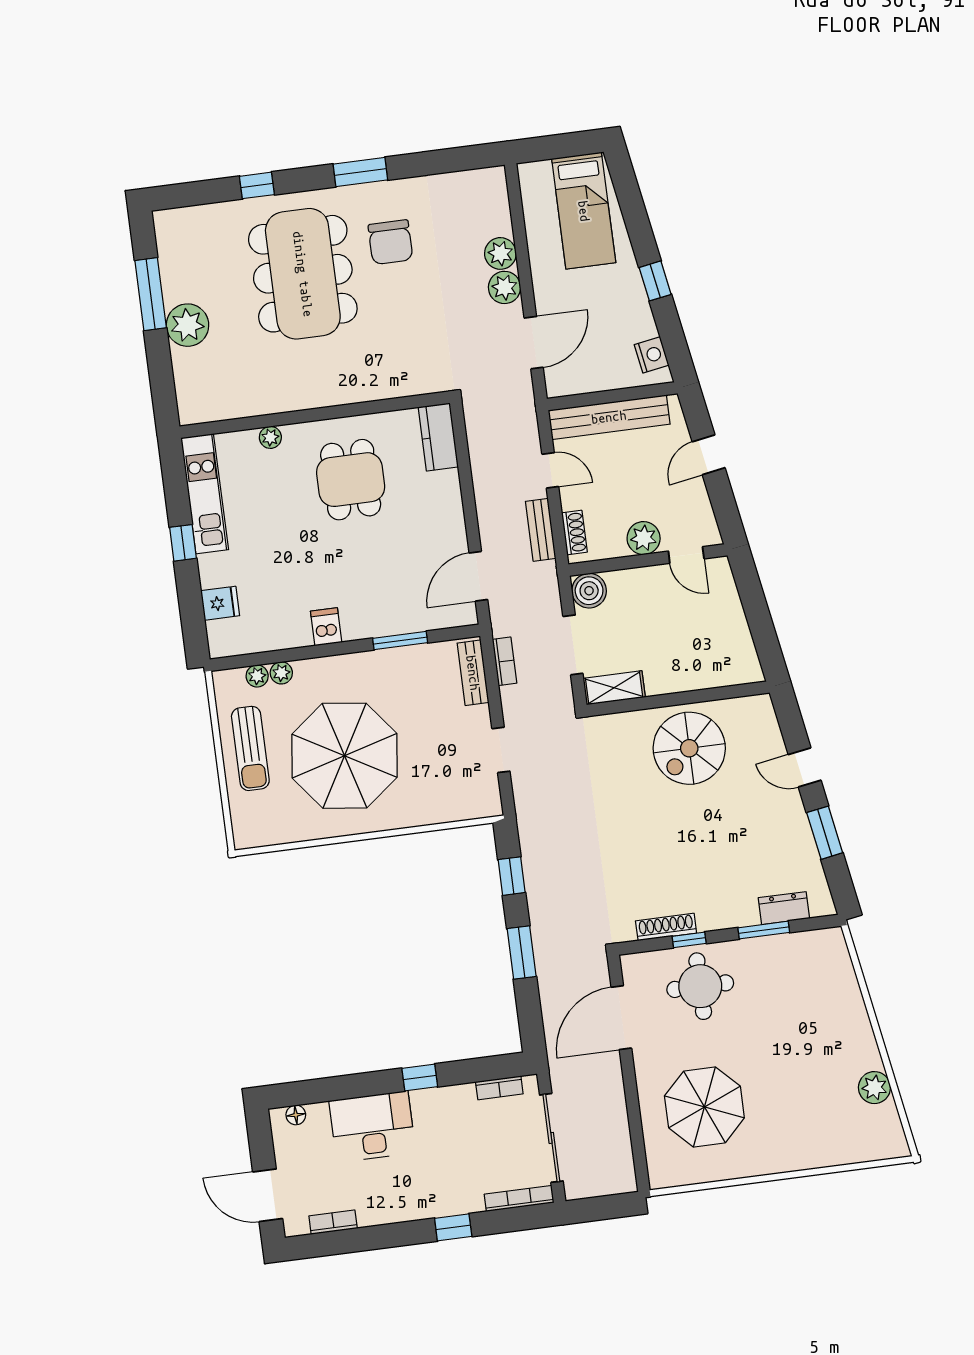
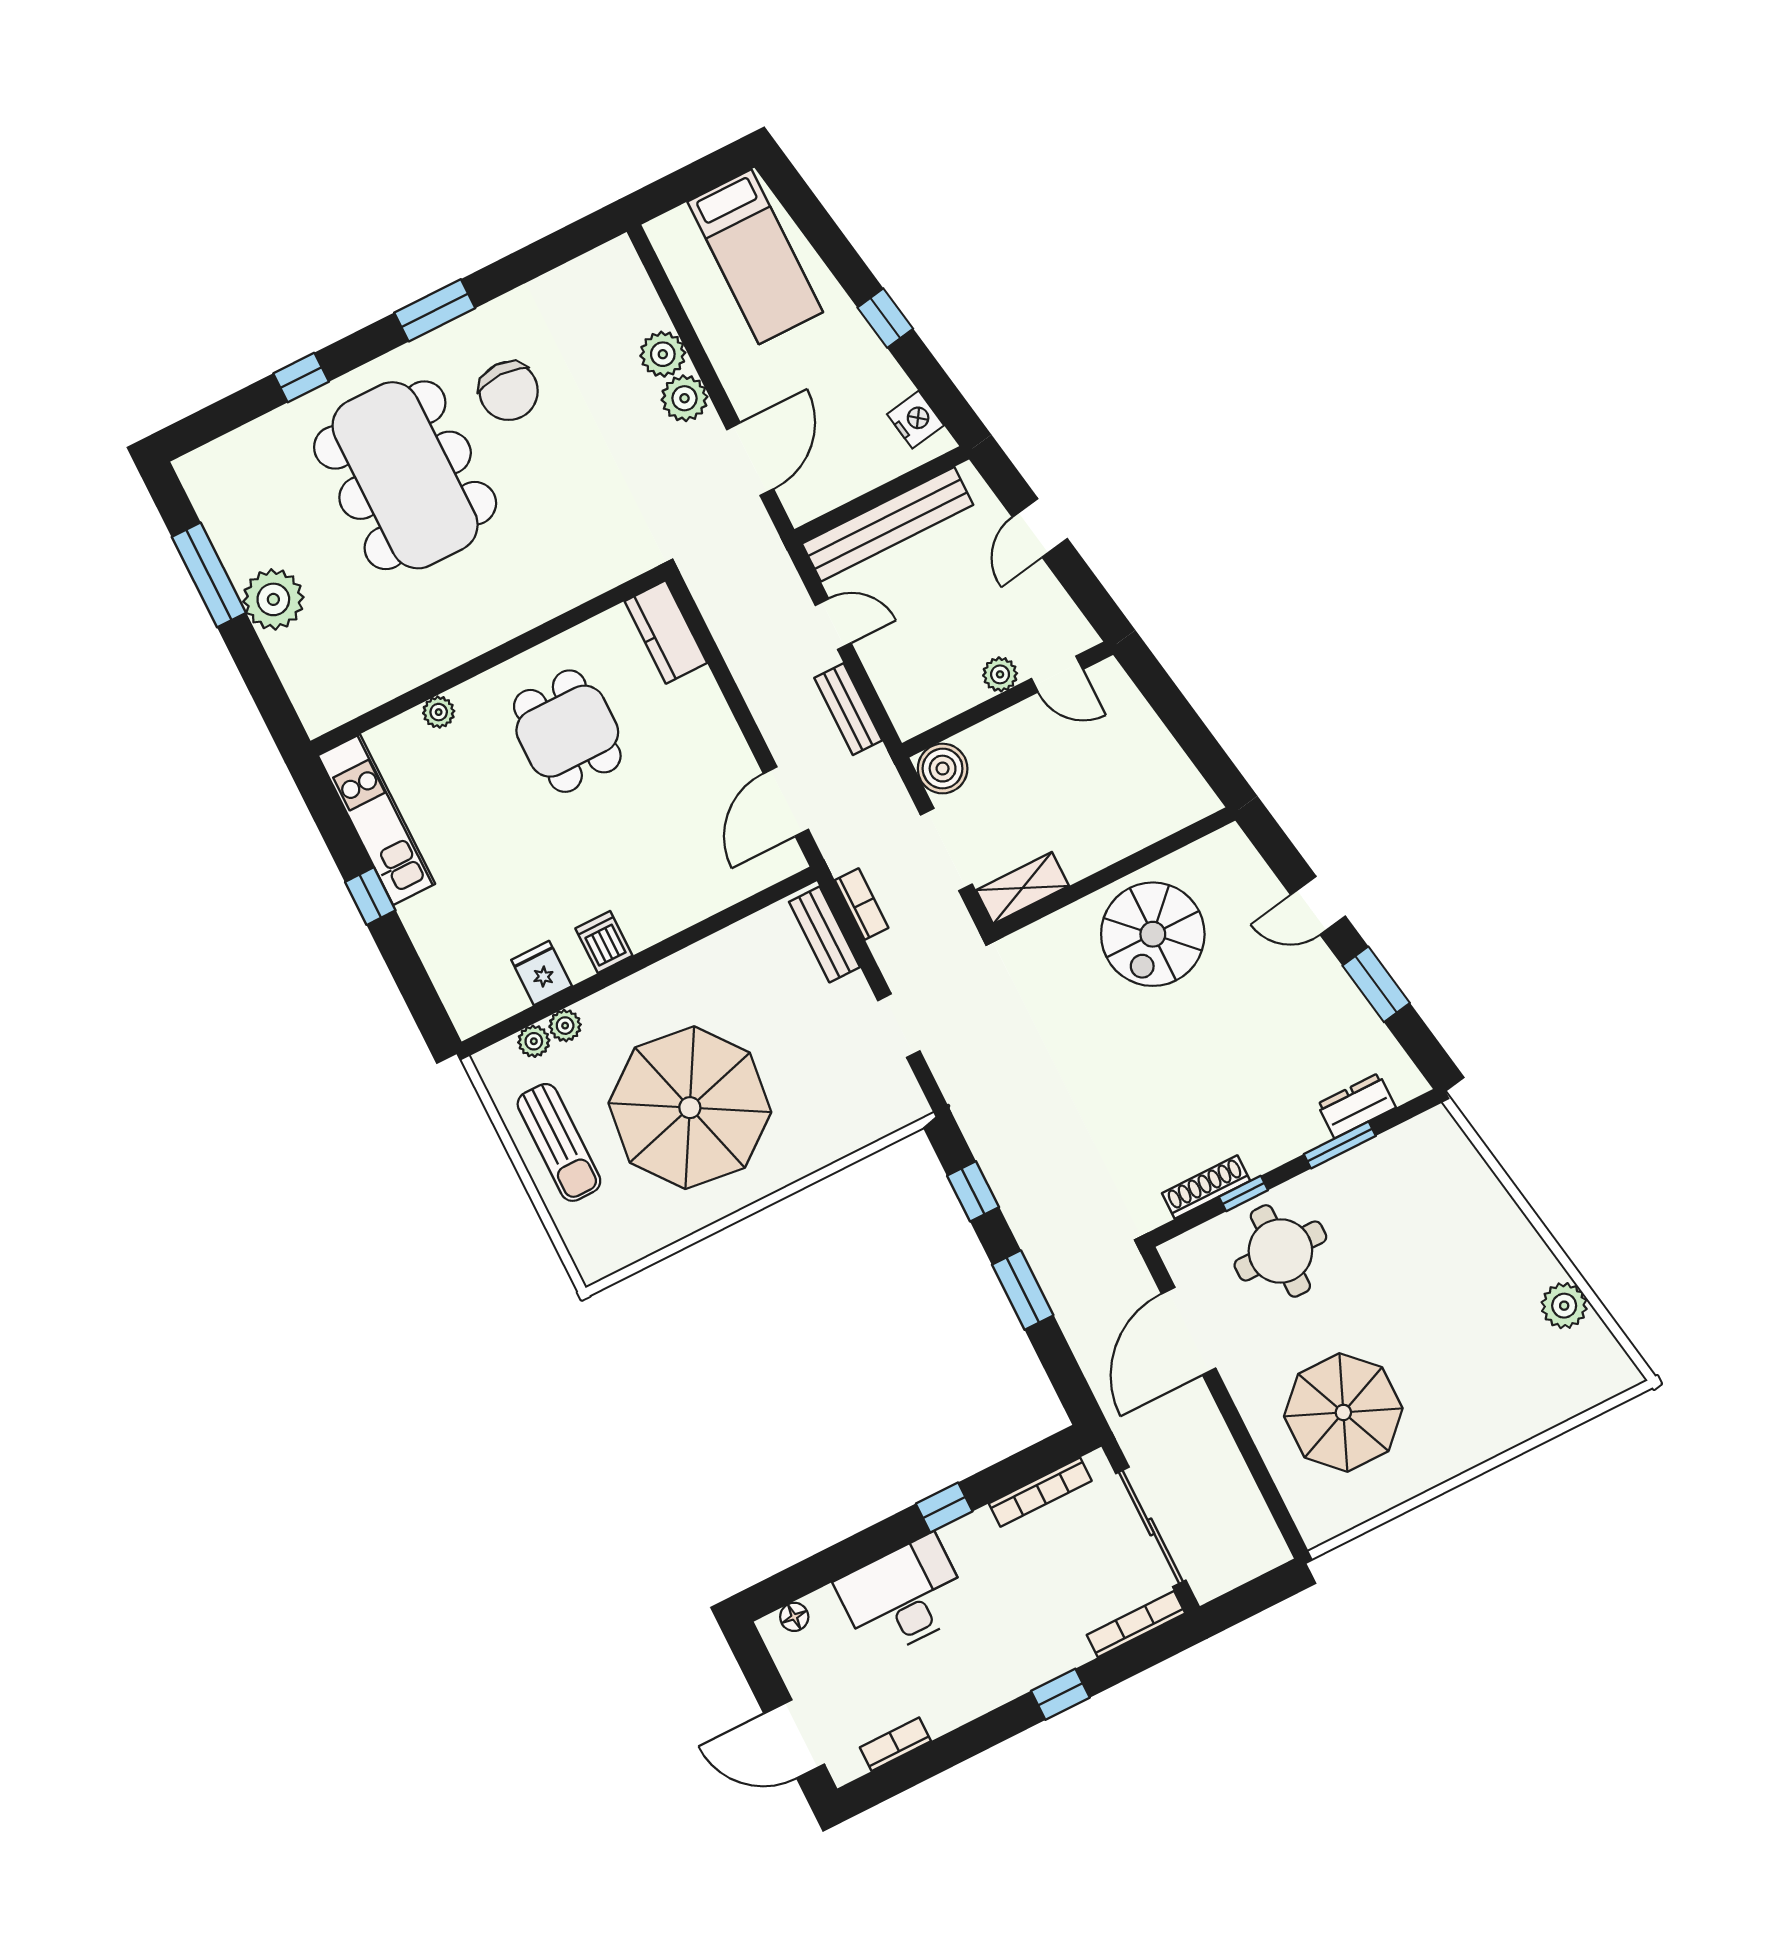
shoe rack: (574, 532) -> (895, 697), removed
plant: (644, 538) -> (1000, 674), width x0.73, depth x0.73
fridge: (220, 603) -> (542, 973), moved, turned -90
window: (400, 641) -> (711, 926), removed
bookcase: (499, 1088) -> (1040, 1492), width x1.56

